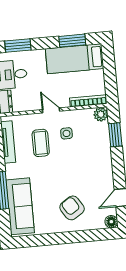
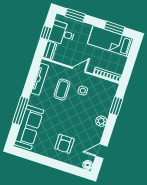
door: (51, 110) -> (79, 70), hinge flipped
plant: (101, 114) -> (101, 121), moved
armchair: (72, 208) -> (64, 144), turned -147

